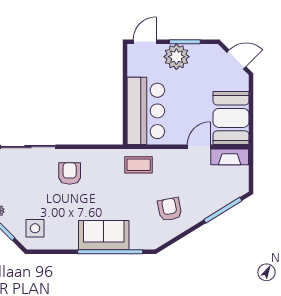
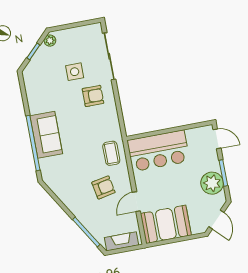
plant: (176, 57) -> (212, 183), moved
door: (199, 147) -> (136, 202), swing flipped
fireplace: (230, 157) -> (122, 241), moved, turned 90
armchair: (170, 209) -> (103, 187), moved
side table: (35, 228) -> (75, 72), moved

